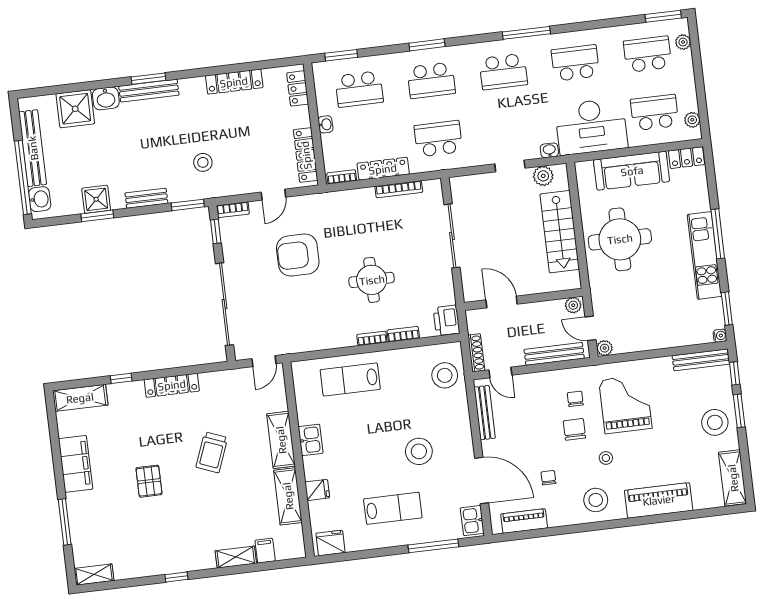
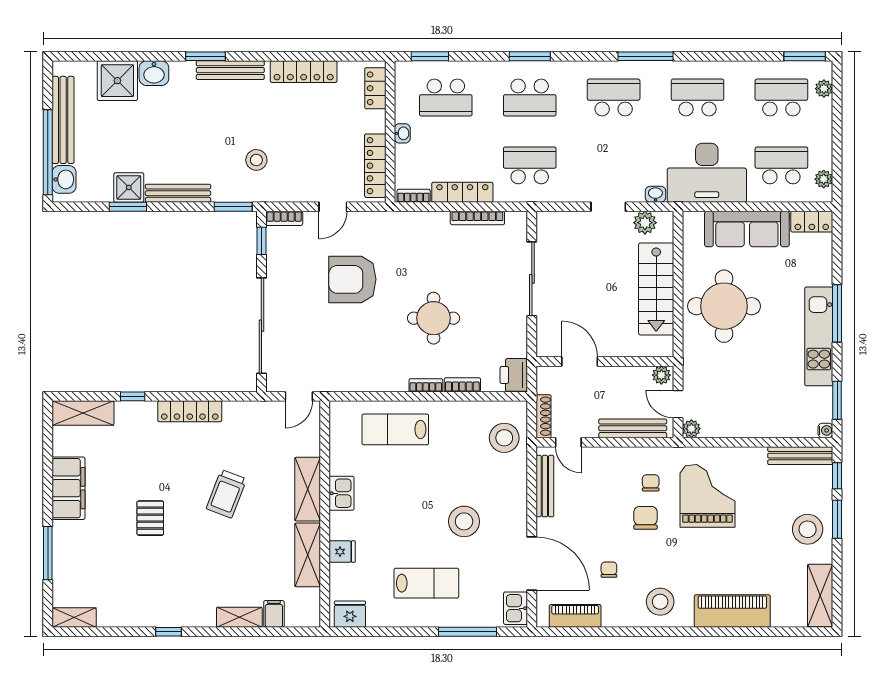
school desk: (503, 72) -> (614, 98), turned 180
bench: (149, 91) -> (230, 70), moved
bench: (146, 198) -> (178, 193), width x1.36
stool: (606, 458) -> (678, 555), removed

